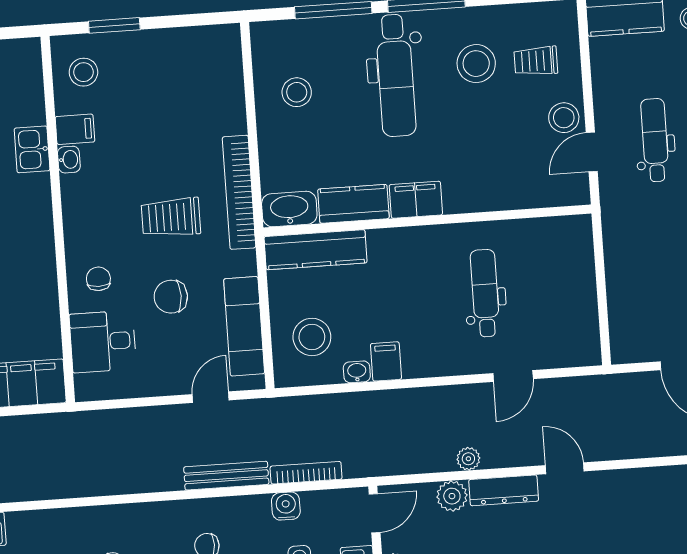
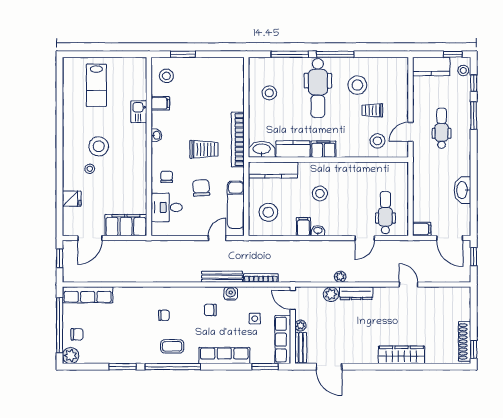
trolley: (536, 61) -> (372, 110), moved
stool: (564, 118) -> (377, 141), moved
washbasin: (69, 160) -> (156, 135), moved
trolley: (171, 217) -> (204, 149), turned 180
stool: (415, 291) -> (320, 193), added
dental chair: (485, 293) -> (385, 213), moved
chair: (171, 297) -> (201, 188), turned 86
filing cabinet: (629, 349) -> (422, 229), added
washbasin: (357, 372) -> (318, 231), moved
door: (565, 468) -> (409, 285), moved
water cooler: (286, 506) -> (231, 293), moved
door: (375, 513) -> (293, 300), swing flipped

